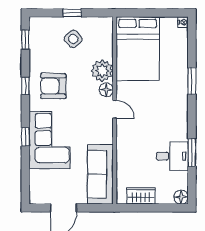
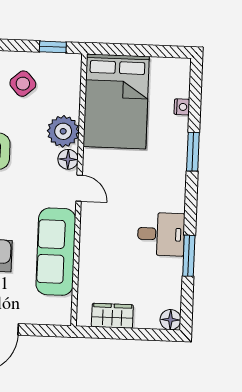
window: (72, 13) -> (53, 47), moved
nightstand: (183, 22) -> (182, 107), moved
desk: (172, 156) -> (161, 234), moved
sofa: (100, 174) -> (56, 252), moved

